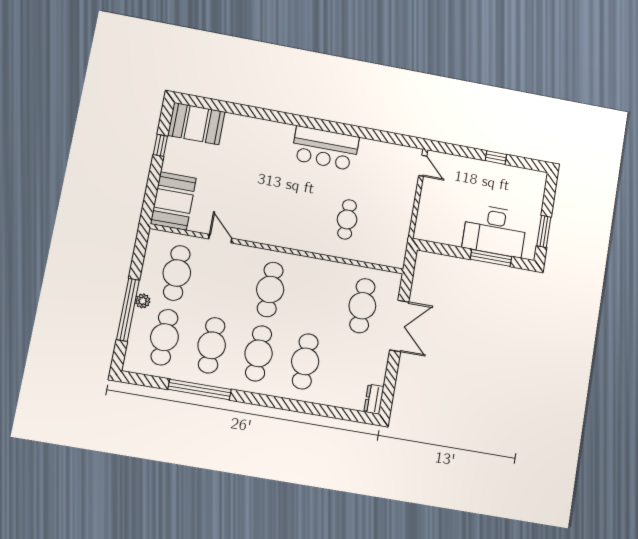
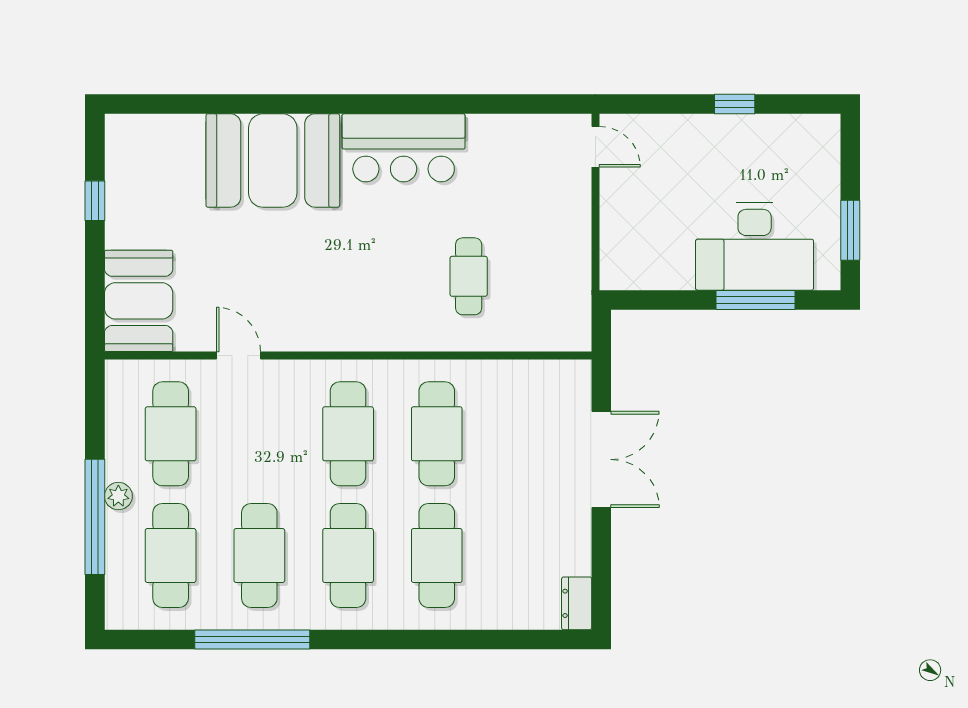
booth: (196, 124) -> (273, 161), moved, width x1.36, depth x1.42
cafe table: (362, 306) -> (437, 434), moved

